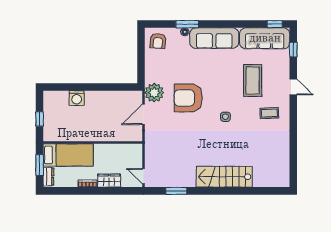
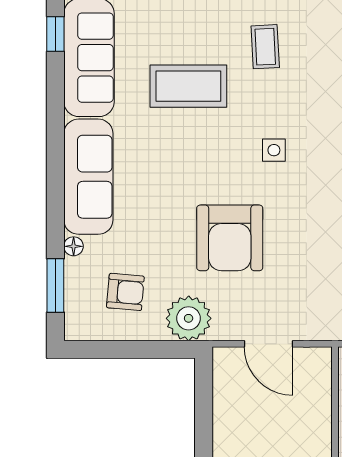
window: (187, 24) -> (55, 285), moved
armchair: (158, 41) -> (125, 292), moved
plant: (154, 93) -> (189, 318), moved

